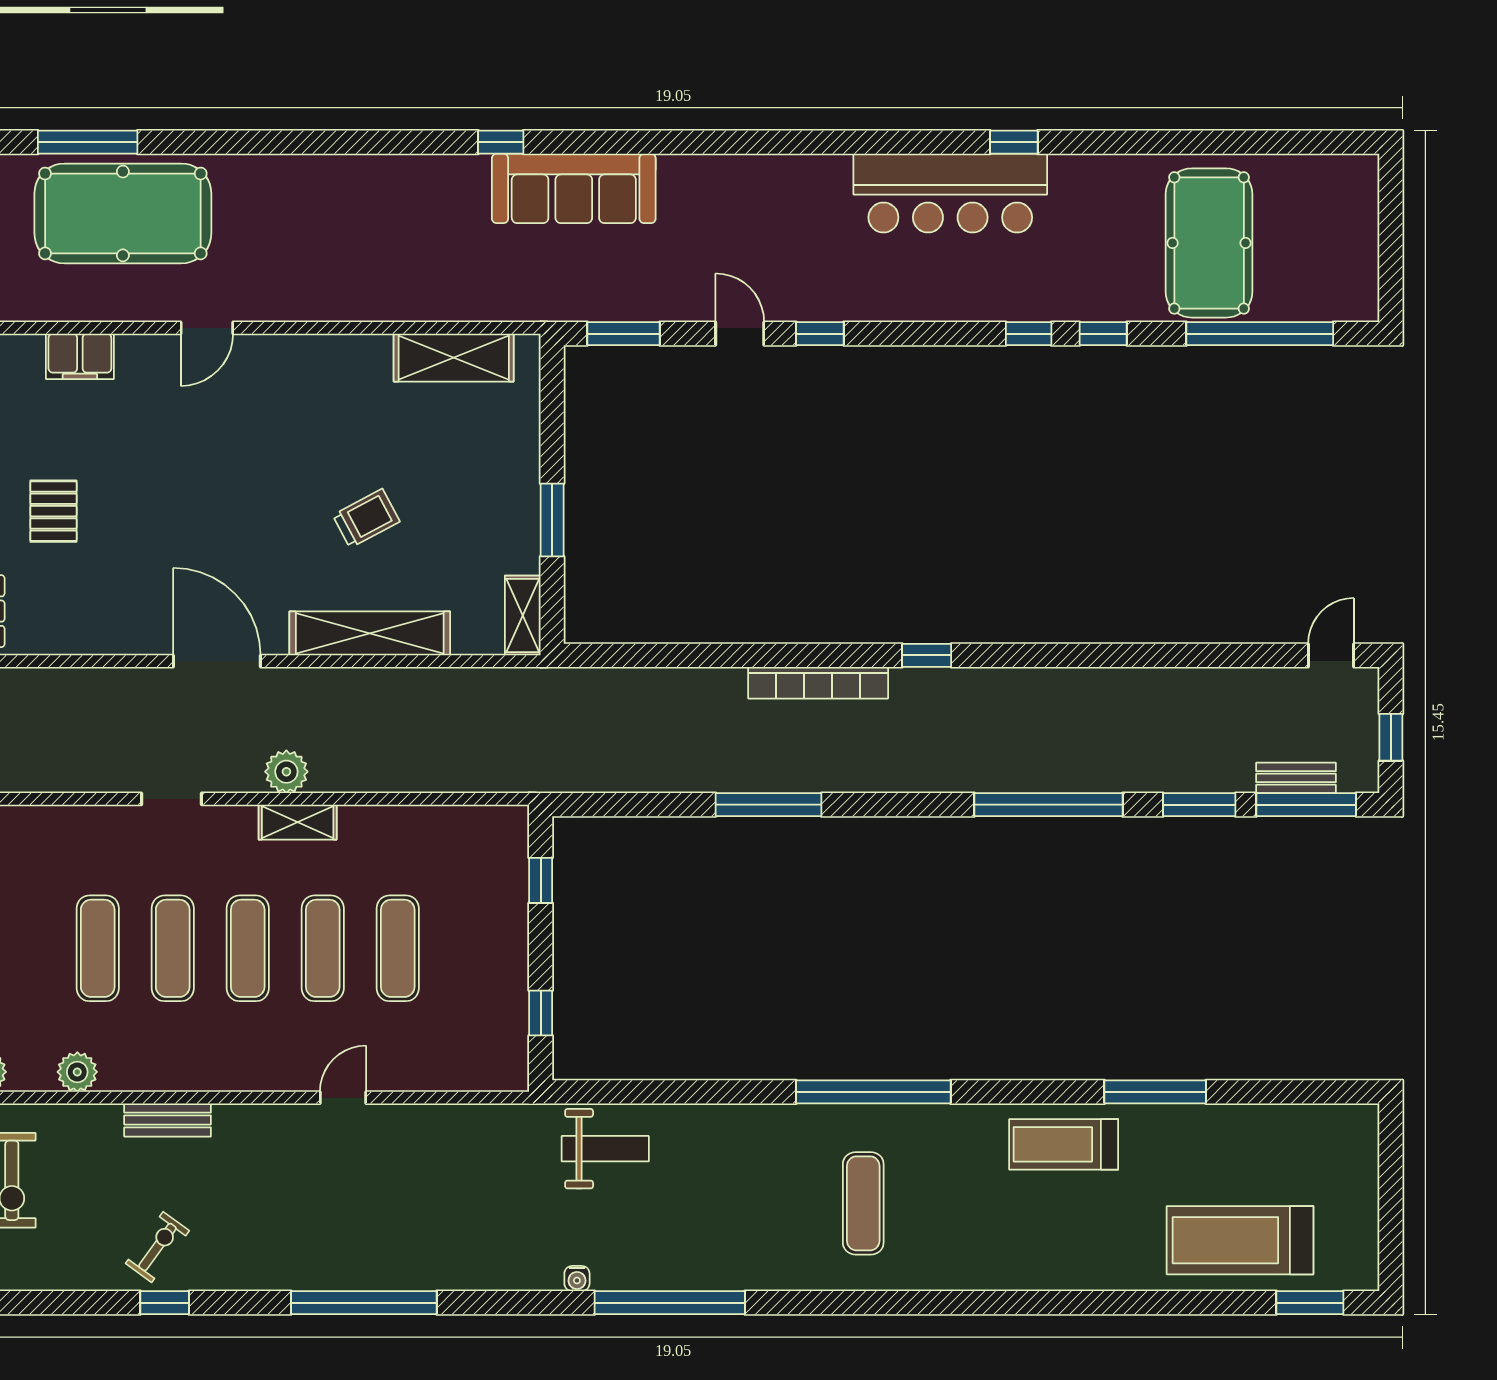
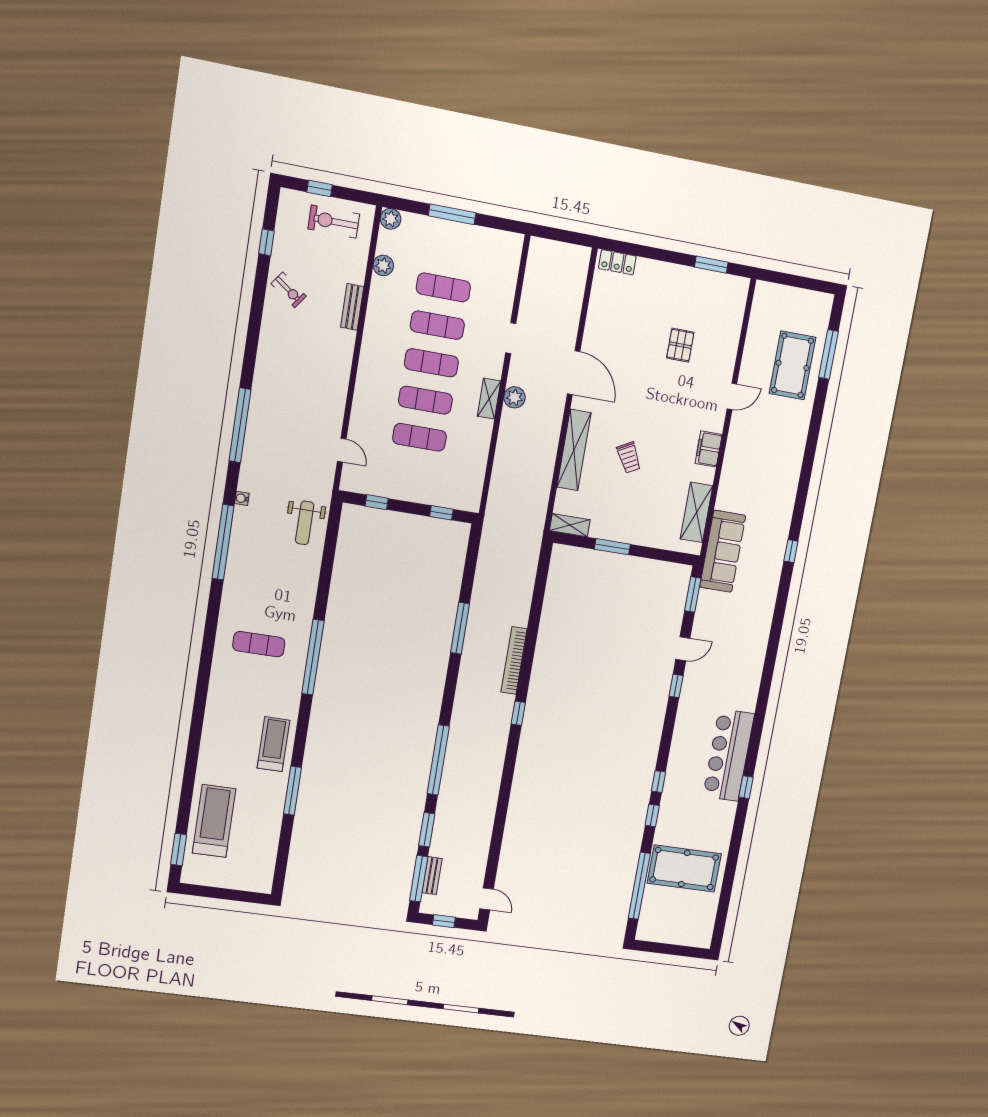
sofa: (574, 188) -> (723, 551), moved, turned 180
pool table: (123, 213) -> (792, 365), width x0.73, depth x0.76
door: (207, 328) -> (732, 396), swing flipped
filing cabinet: (80, 356) -> (709, 449), moved
pallet: (53, 511) -> (680, 345), moved, turned 90
door: (217, 661) -> (574, 373), hinge flipped
door: (343, 1098) -> (342, 450), moved
window: (165, 1303) -> (266, 242), moved
window: (364, 1303) -> (240, 425), moved

